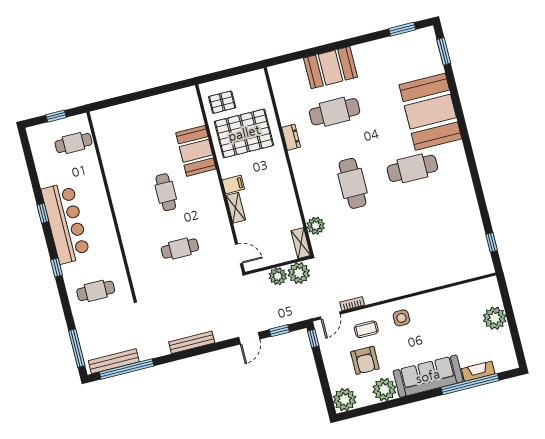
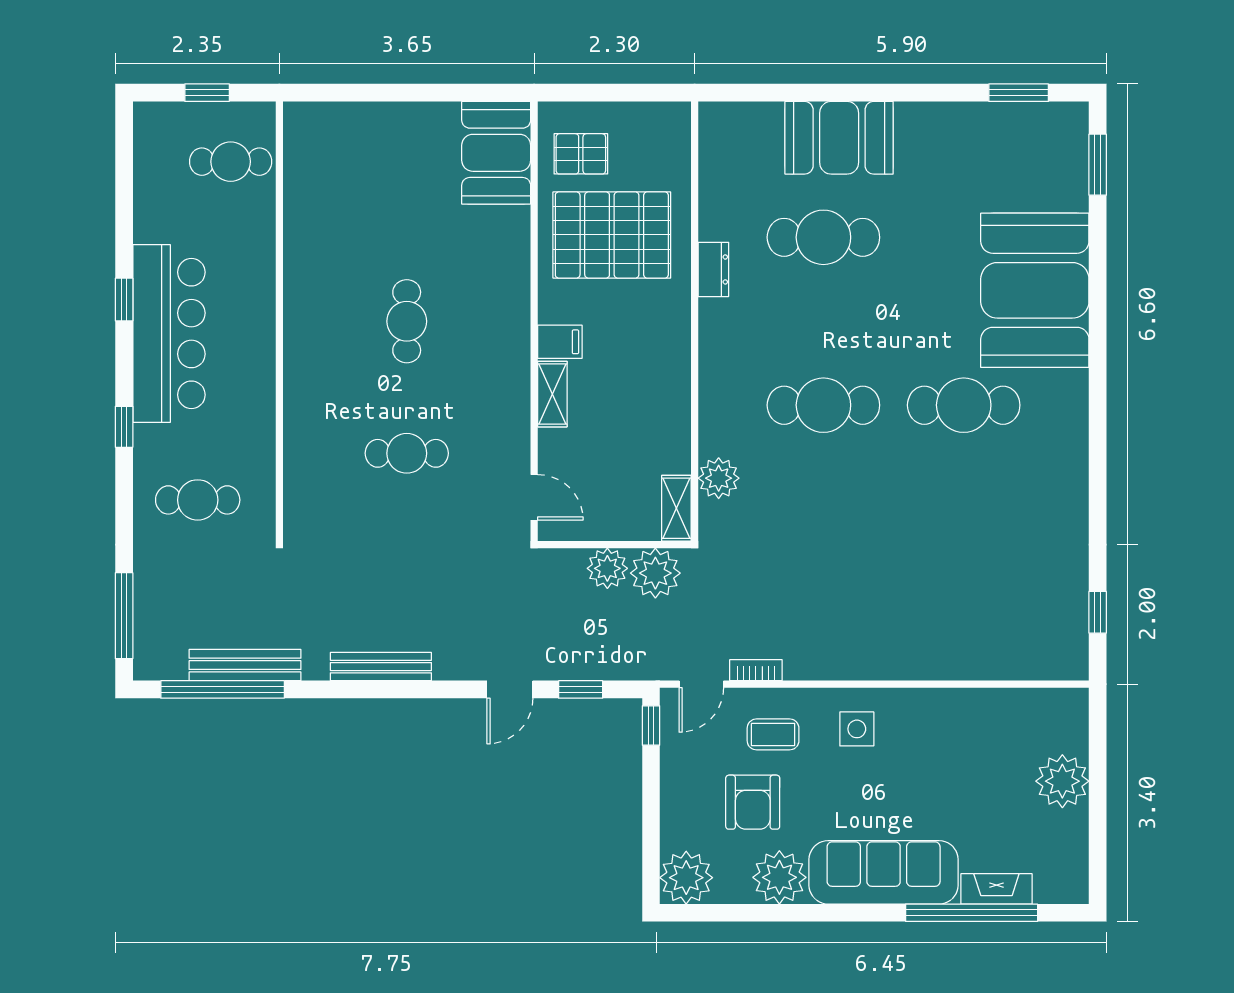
booth: (196, 151) -> (496, 153), moved
cafe table: (353, 183) -> (823, 405), turned 90
bench: (114, 361) -> (245, 665), moved

